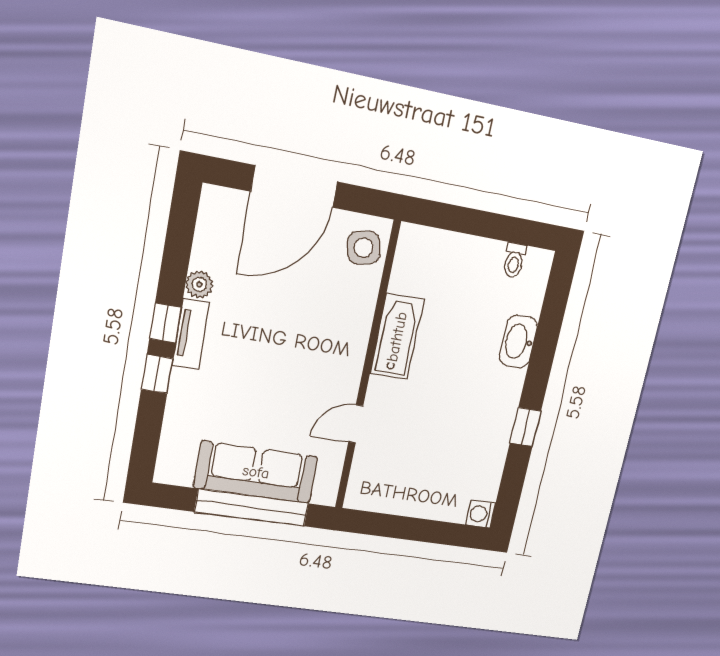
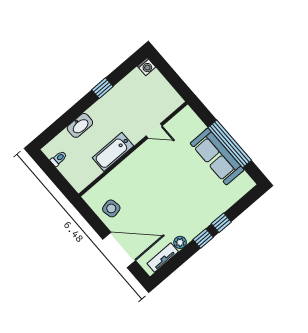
tv unit: (191, 334) -> (163, 258), moved
bathtub: (397, 337) -> (113, 152), moved
wall: (367, 368) -> (133, 149), moved
door: (356, 424) -> (154, 131), moved

